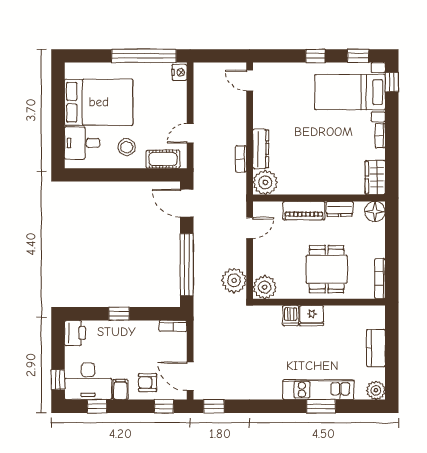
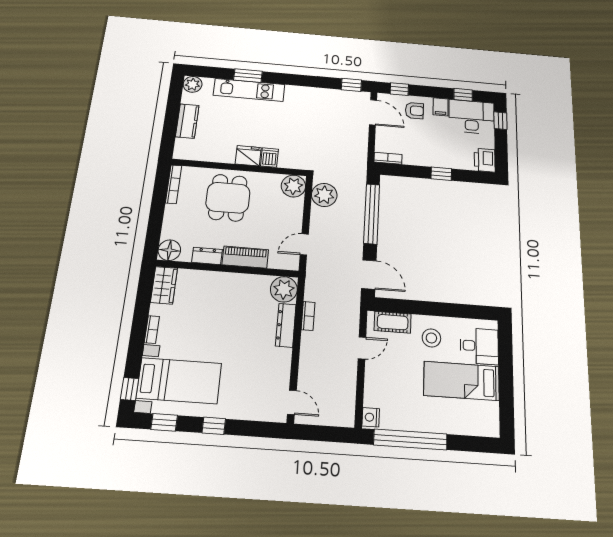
bed: (99, 102) -> (461, 381), width x0.67

